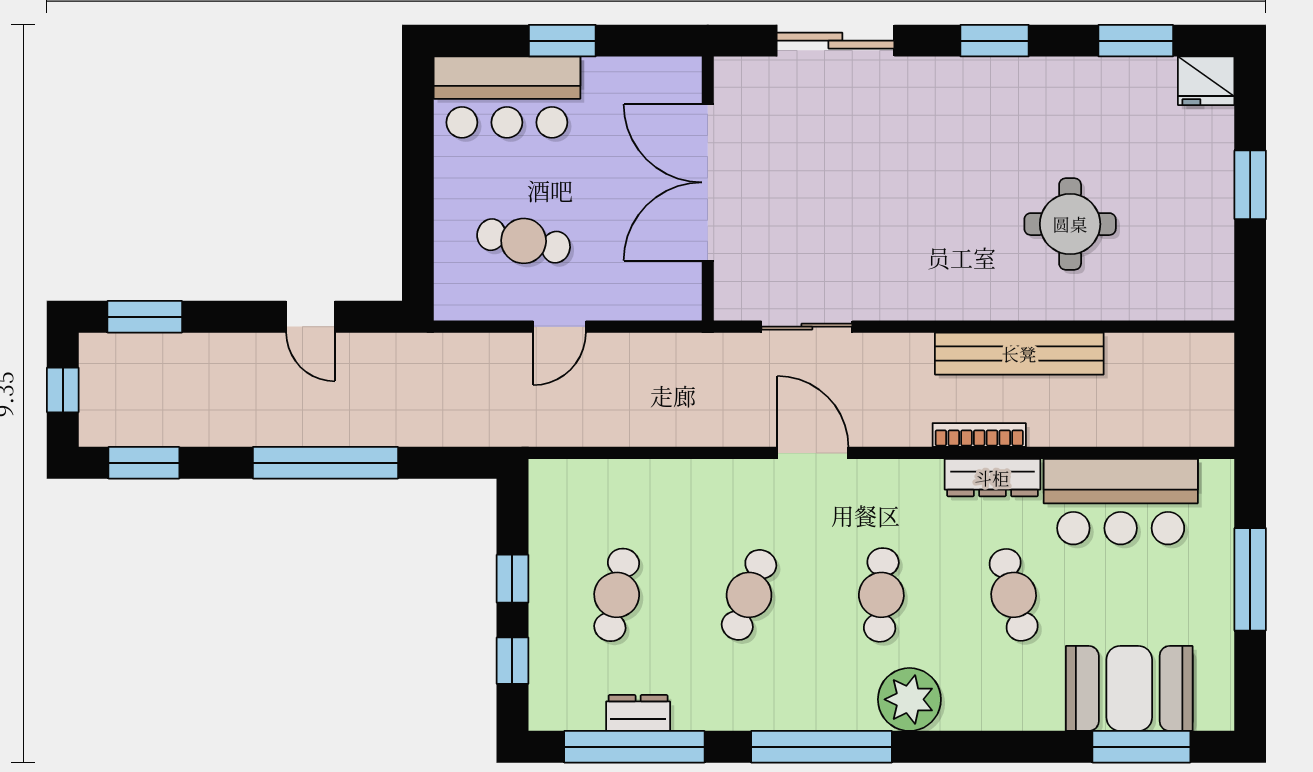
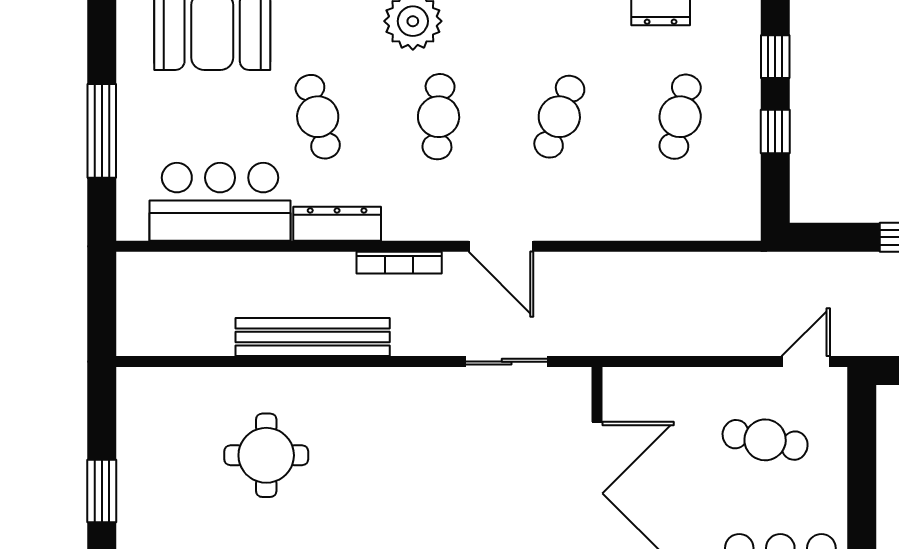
door: (559, 327) -> (806, 362), moved
bookcase: (979, 435) -> (399, 263), moved

